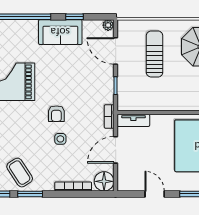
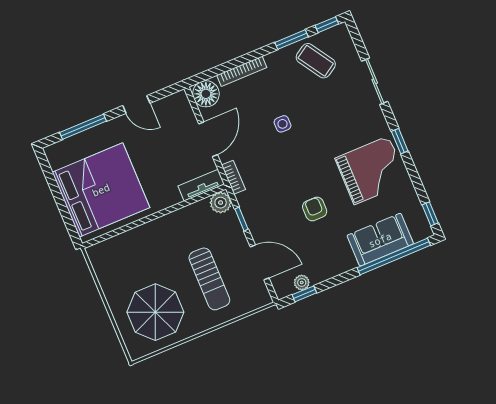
window: (74, 17) -> (304, 294), moved
plant: (108, 25) -> (302, 283), moved
sofa: (60, 32) -> (380, 240), moved
plant: (125, 103) -> (221, 203), added
armchair: (56, 114) -> (315, 209), moved

